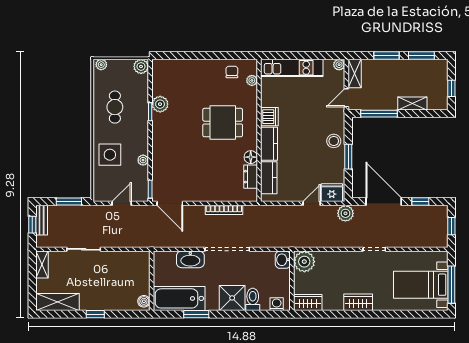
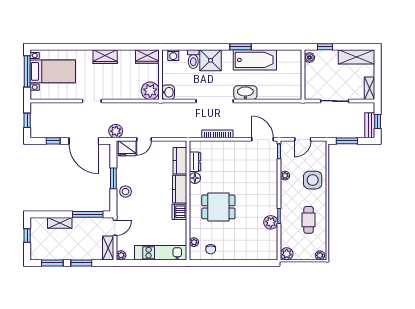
wall: (152, 281) -> (303, 75), moved
boiler: (144, 301) -> (309, 57), moved

